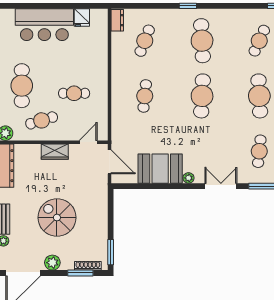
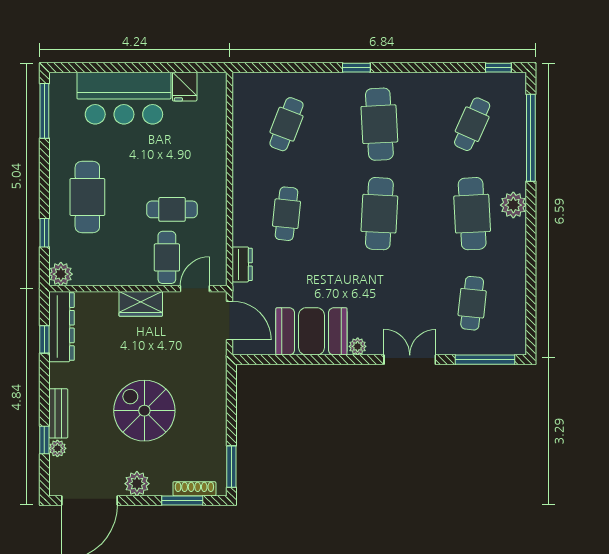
dresser: (117, 20) -> (242, 264), moved
cafe table: (42, 120) -> (167, 257), moved, turned -73

